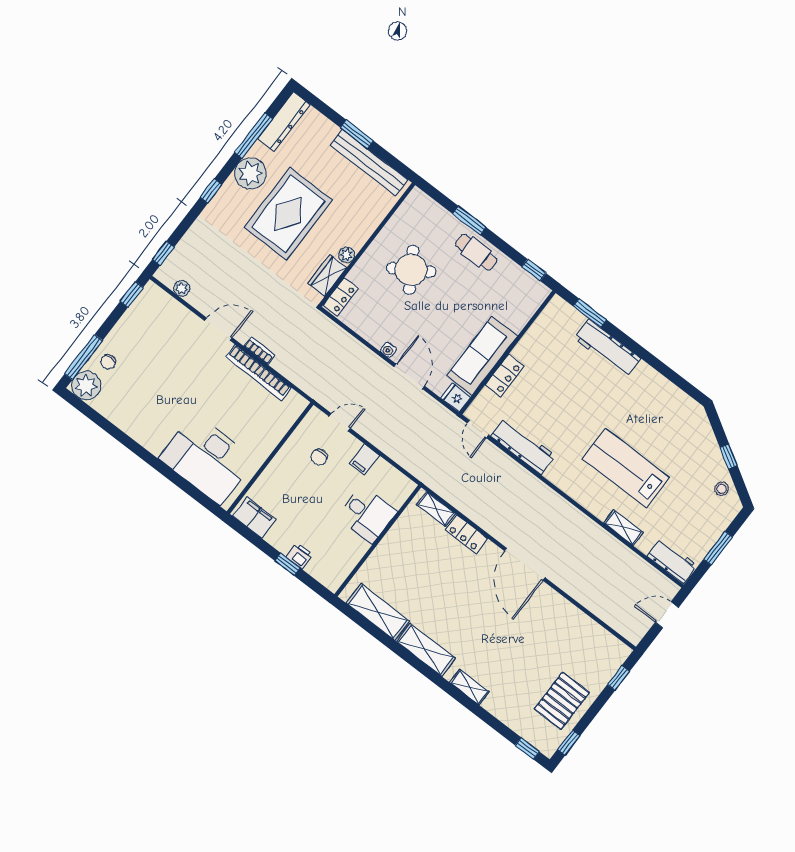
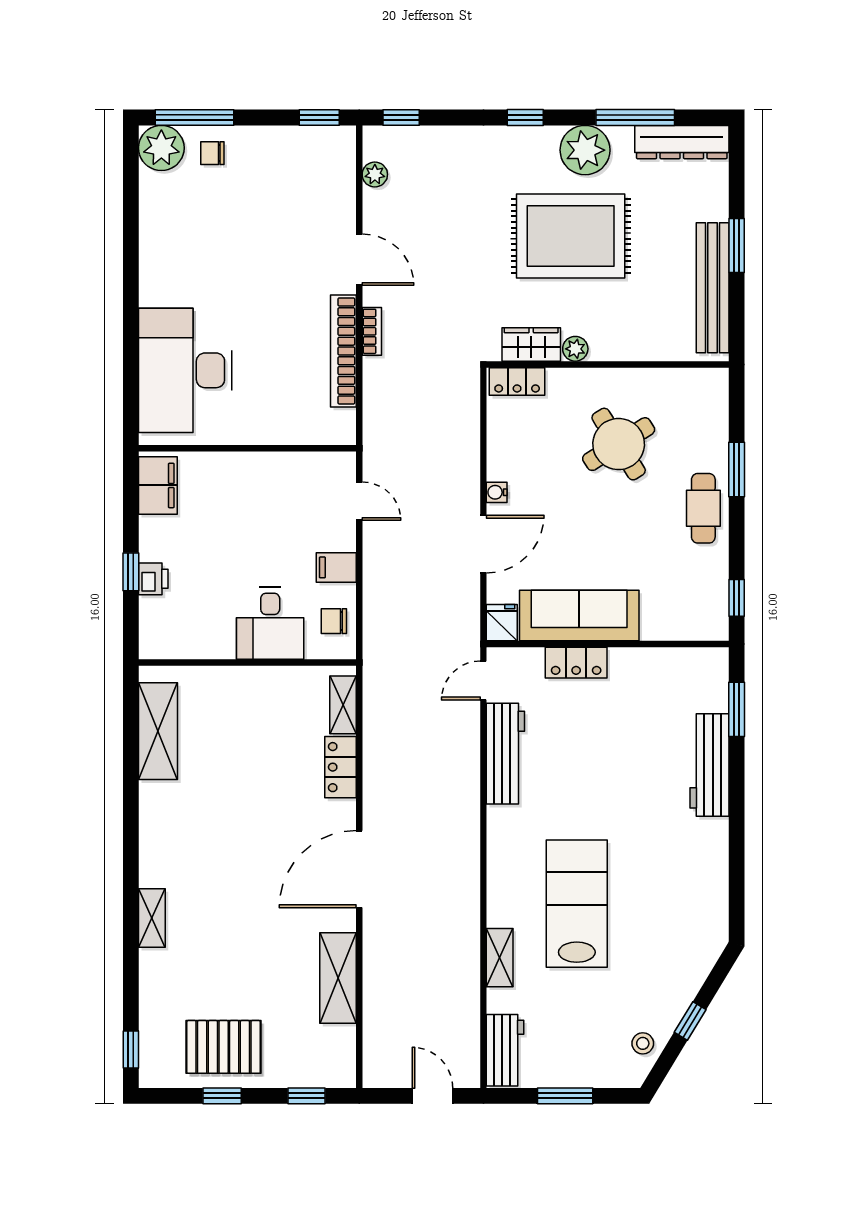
chair: (319, 457) -> (334, 621), moved
shelving: (426, 650) -> (338, 978), moved
window: (569, 743) -> (222, 1096), moved

